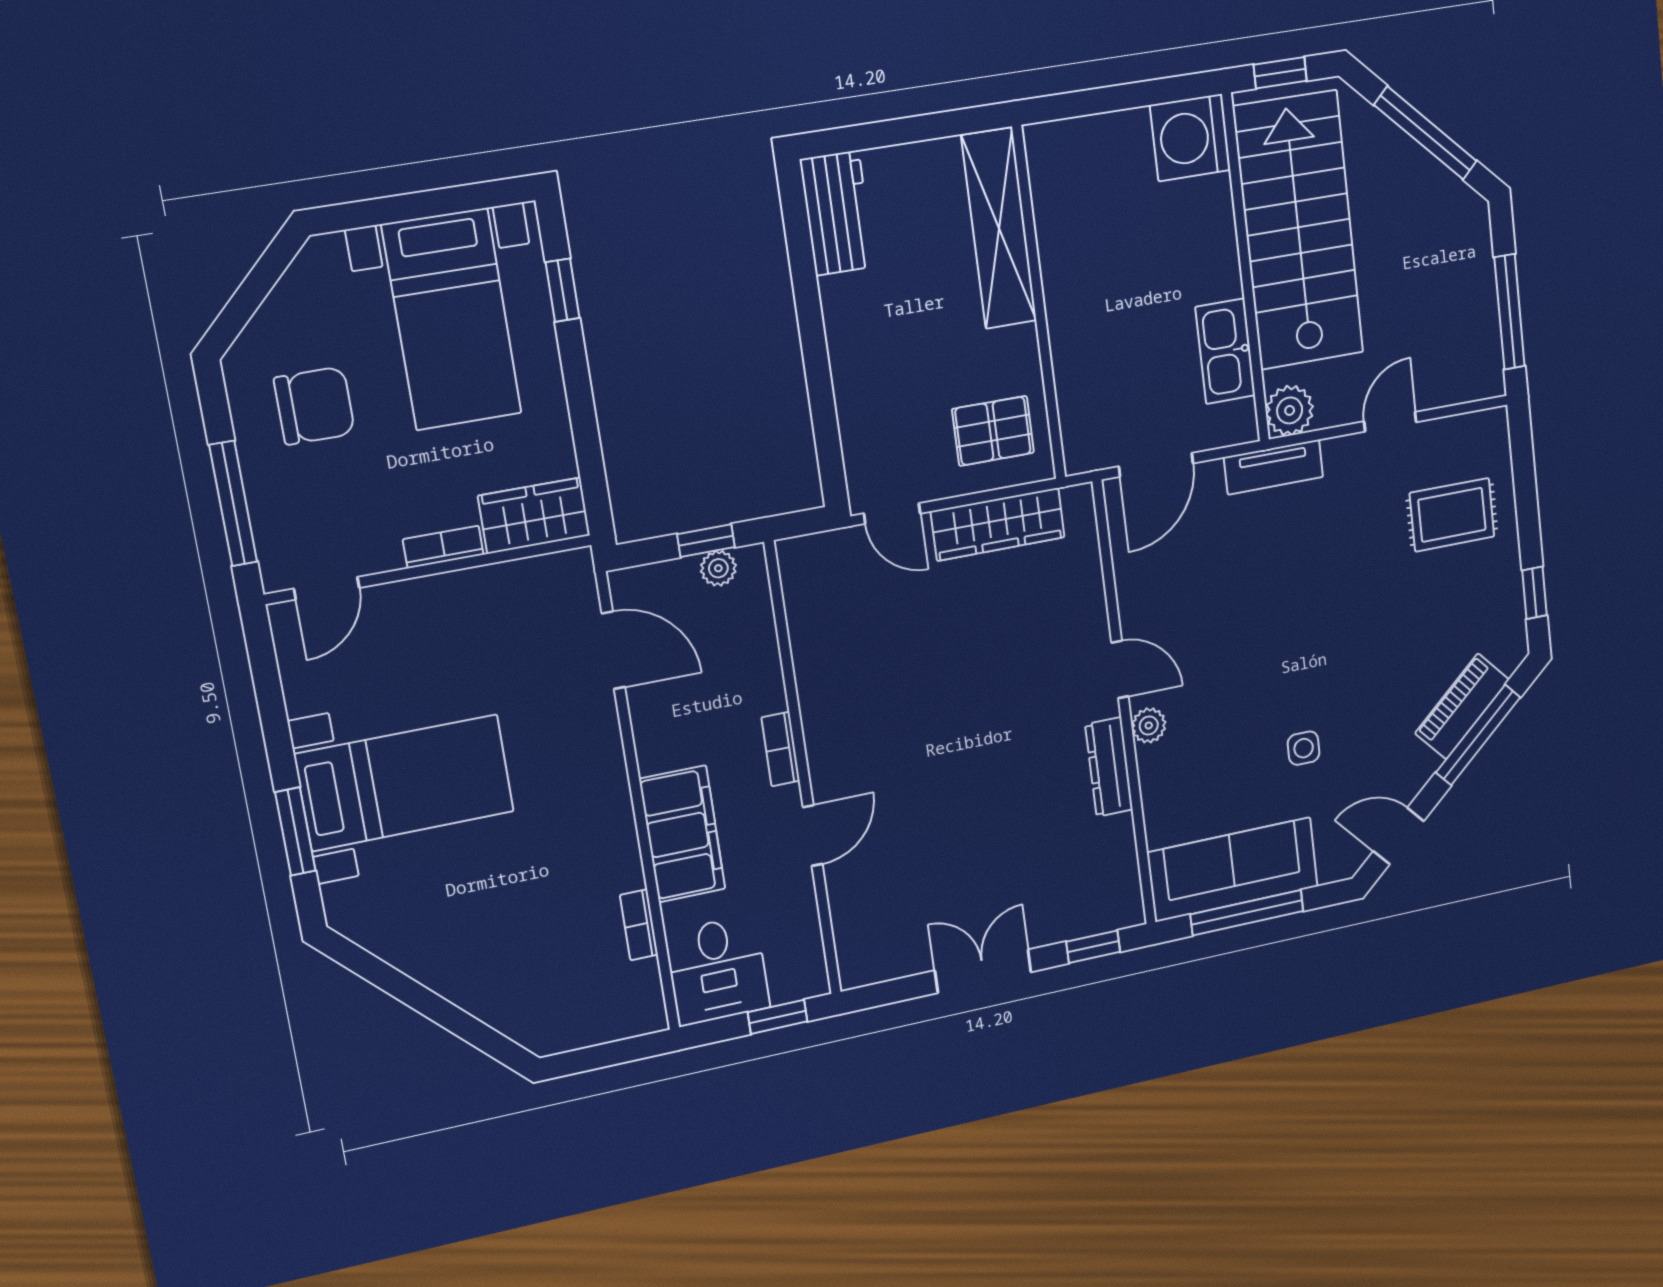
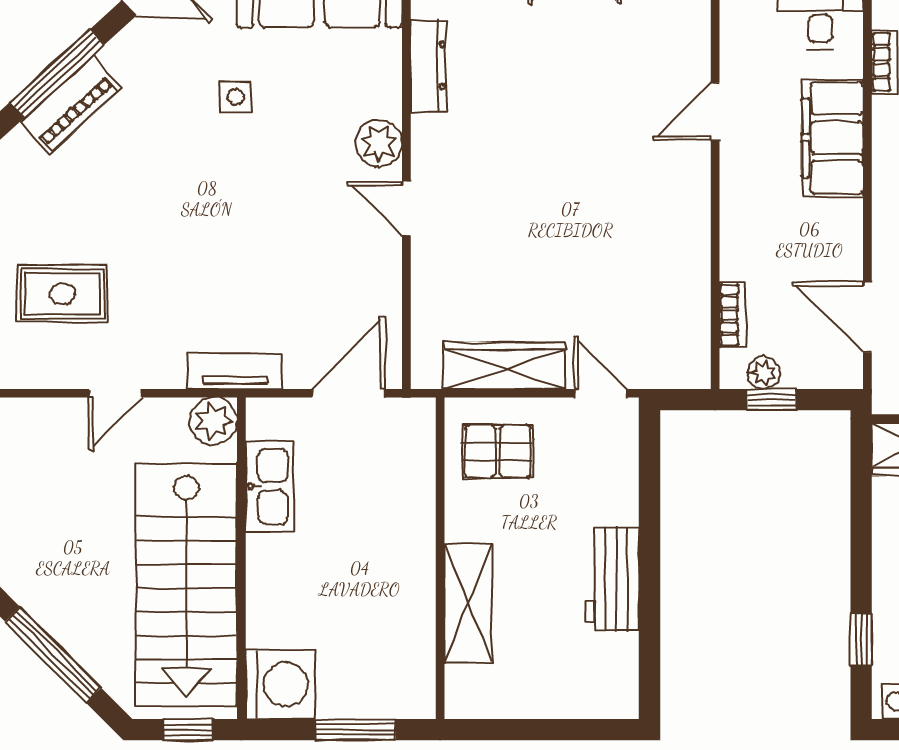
window: (1105, 100) -> (356, 730), added
workbench: (837, 213) -> (612, 579), moved
shelving: (999, 229) -> (468, 603), width x0.68
plant: (1149, 725) -> (379, 143), width x1.38, depth x1.38
bookcase: (781, 749) -> (733, 315), moved
dresser: (1109, 767) -> (428, 65), moved

